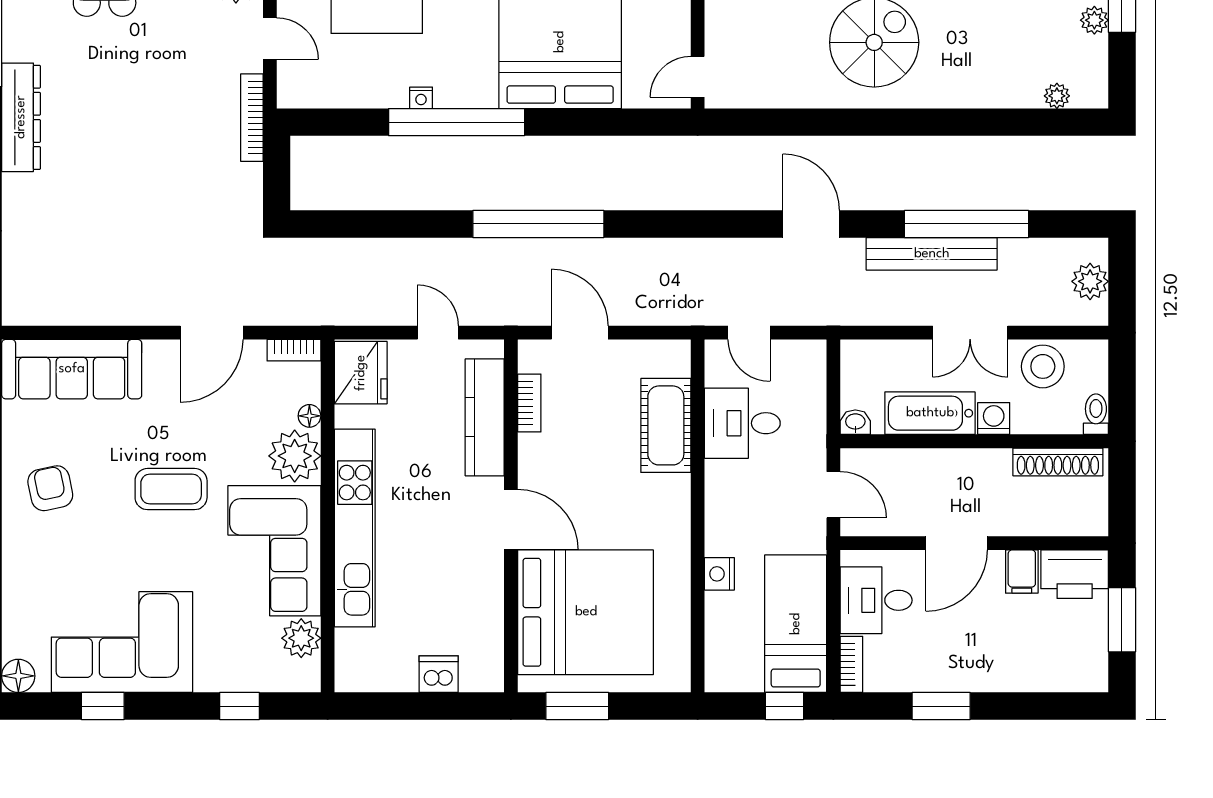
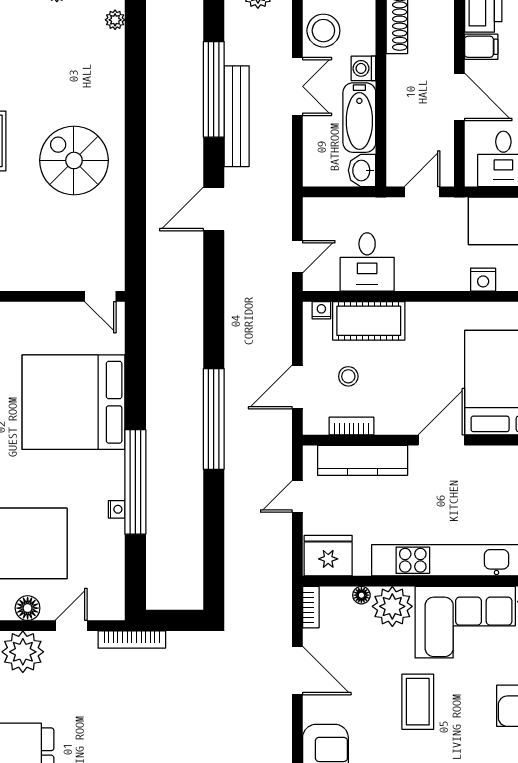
nightstand: (680, 364) -> (321, 310), added
stool: (594, 399) -> (348, 376), added
washbasin: (855, 422) -> (362, 170), width x1.38, depth x1.45

